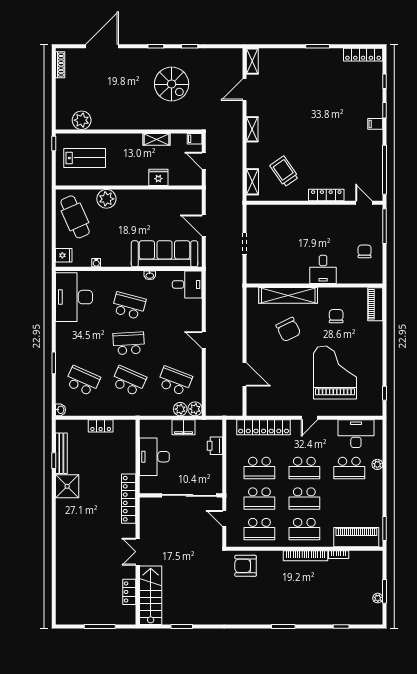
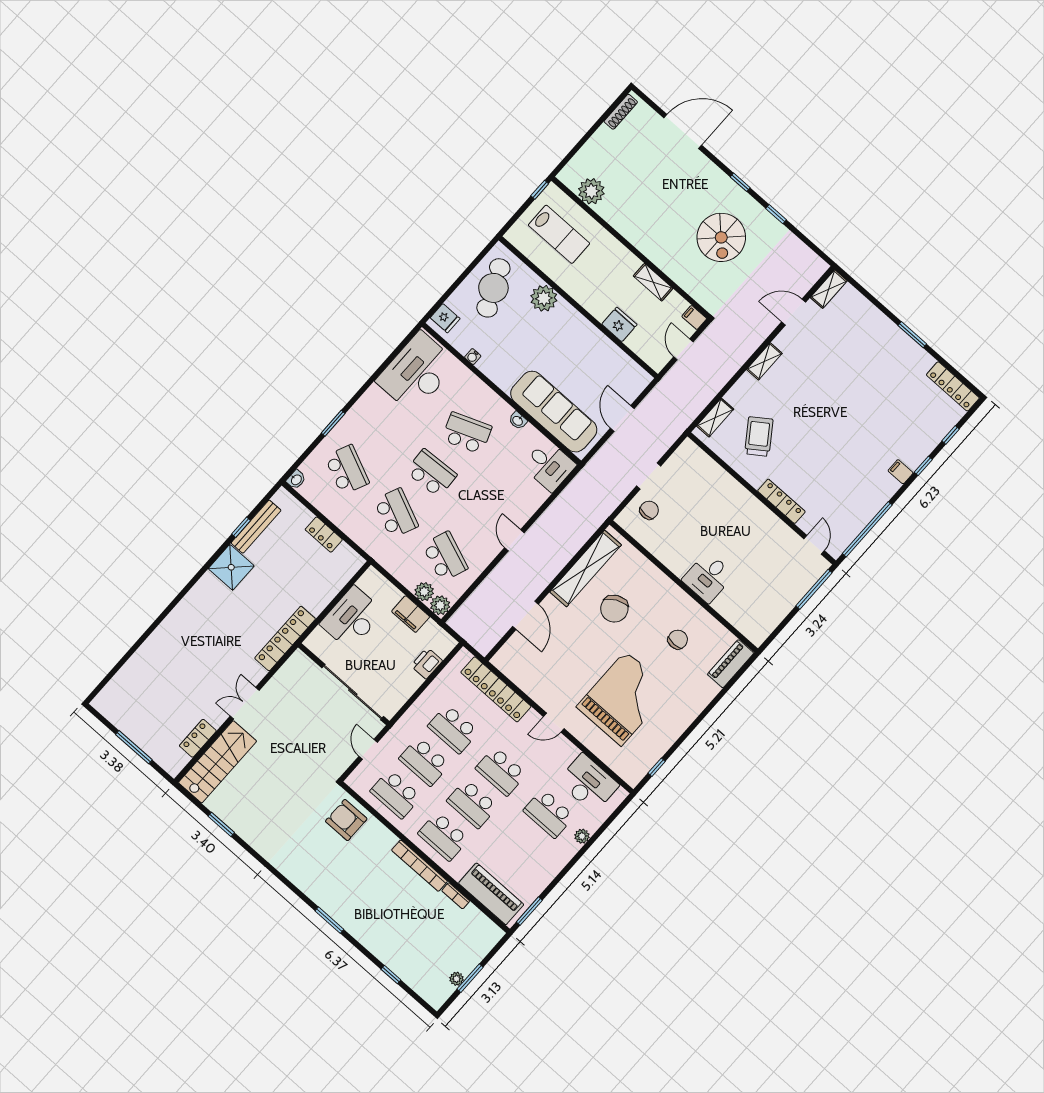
chair: (365, 251) -> (649, 510), moved
shelving: (288, 295) -> (586, 568), moved, turned 90
school desk: (129, 306) -> (467, 433), turned -36

